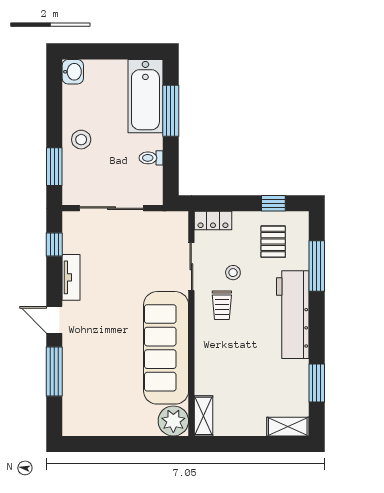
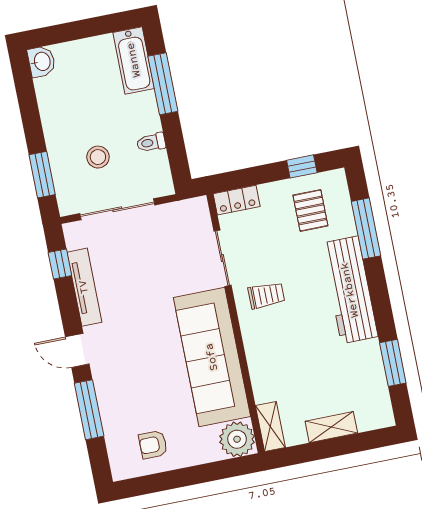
bathtub: (145, 96) -> (134, 60), width x0.73, depth x0.73
stool: (81, 140) -> (98, 157), moved
stool: (233, 273) -> (271, 255), removed
tv unit: (71, 277) -> (84, 287), width x1.41
trolley: (222, 305) -> (266, 295), turned -90
armchair: (102, 411) -> (153, 445), added
shelving: (288, 427) -> (331, 427), moved

